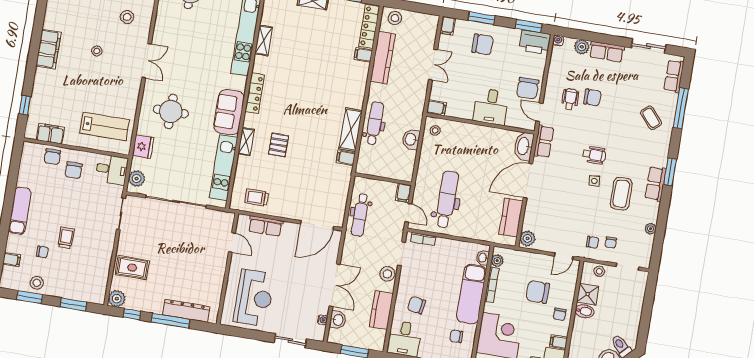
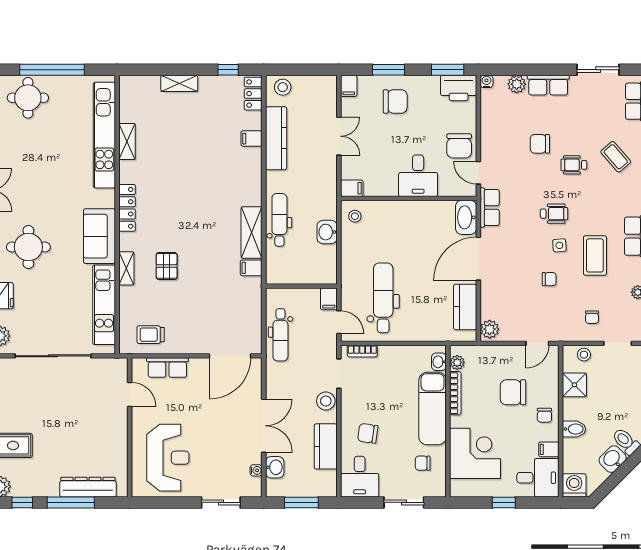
locker: (369, 26) -> (253, 94), width x0.66
chair: (592, 97) -> (540, 144), turned 180
wheelchair: (570, 99) -> (574, 165), moved, turned -90
chair: (592, 242) -> (549, 279), moved
bidet: (585, 311) -> (574, 429), moved

